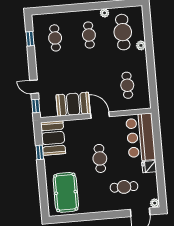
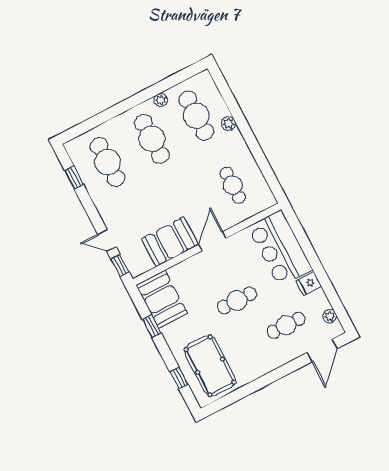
cafe table: (89, 35) -> (152, 139), width x1.37, depth x1.35
cafe table: (55, 38) -> (108, 162), width x1.37, depth x1.35
door: (100, 115) -> (212, 241), hinge flipped
cafe table: (100, 158) -> (237, 300), turned 90
window: (43, 192) -> (179, 378), added
plant: (155, 203) -> (330, 316), moved

